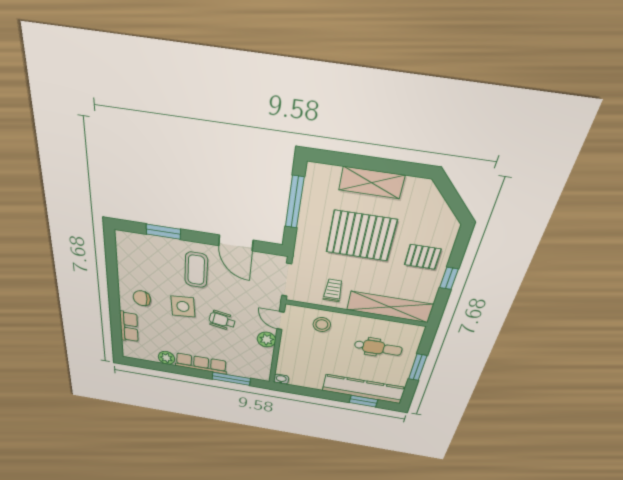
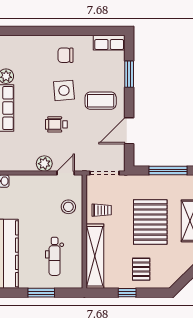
chair: (142, 298) -> (65, 55), turned -90
wheelchair: (222, 320) -> (56, 124), turned -100
row of seats: (129, 327) -> (109, 43), moved

